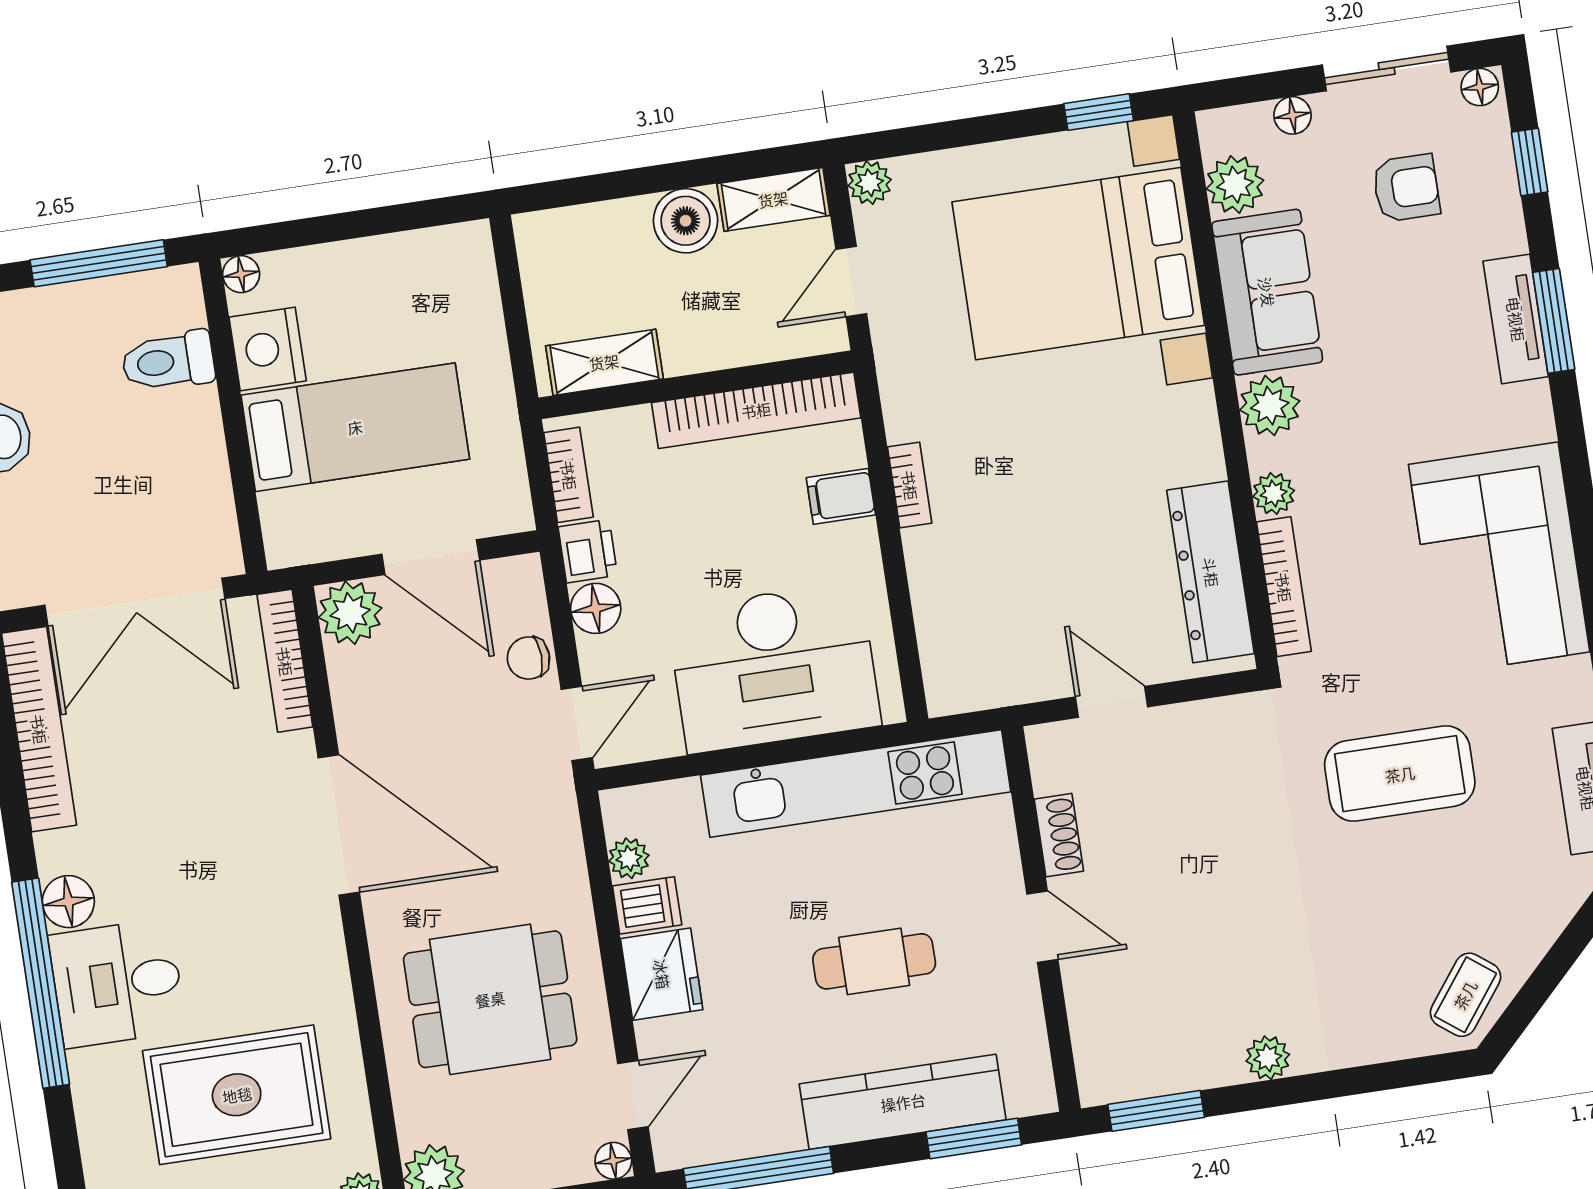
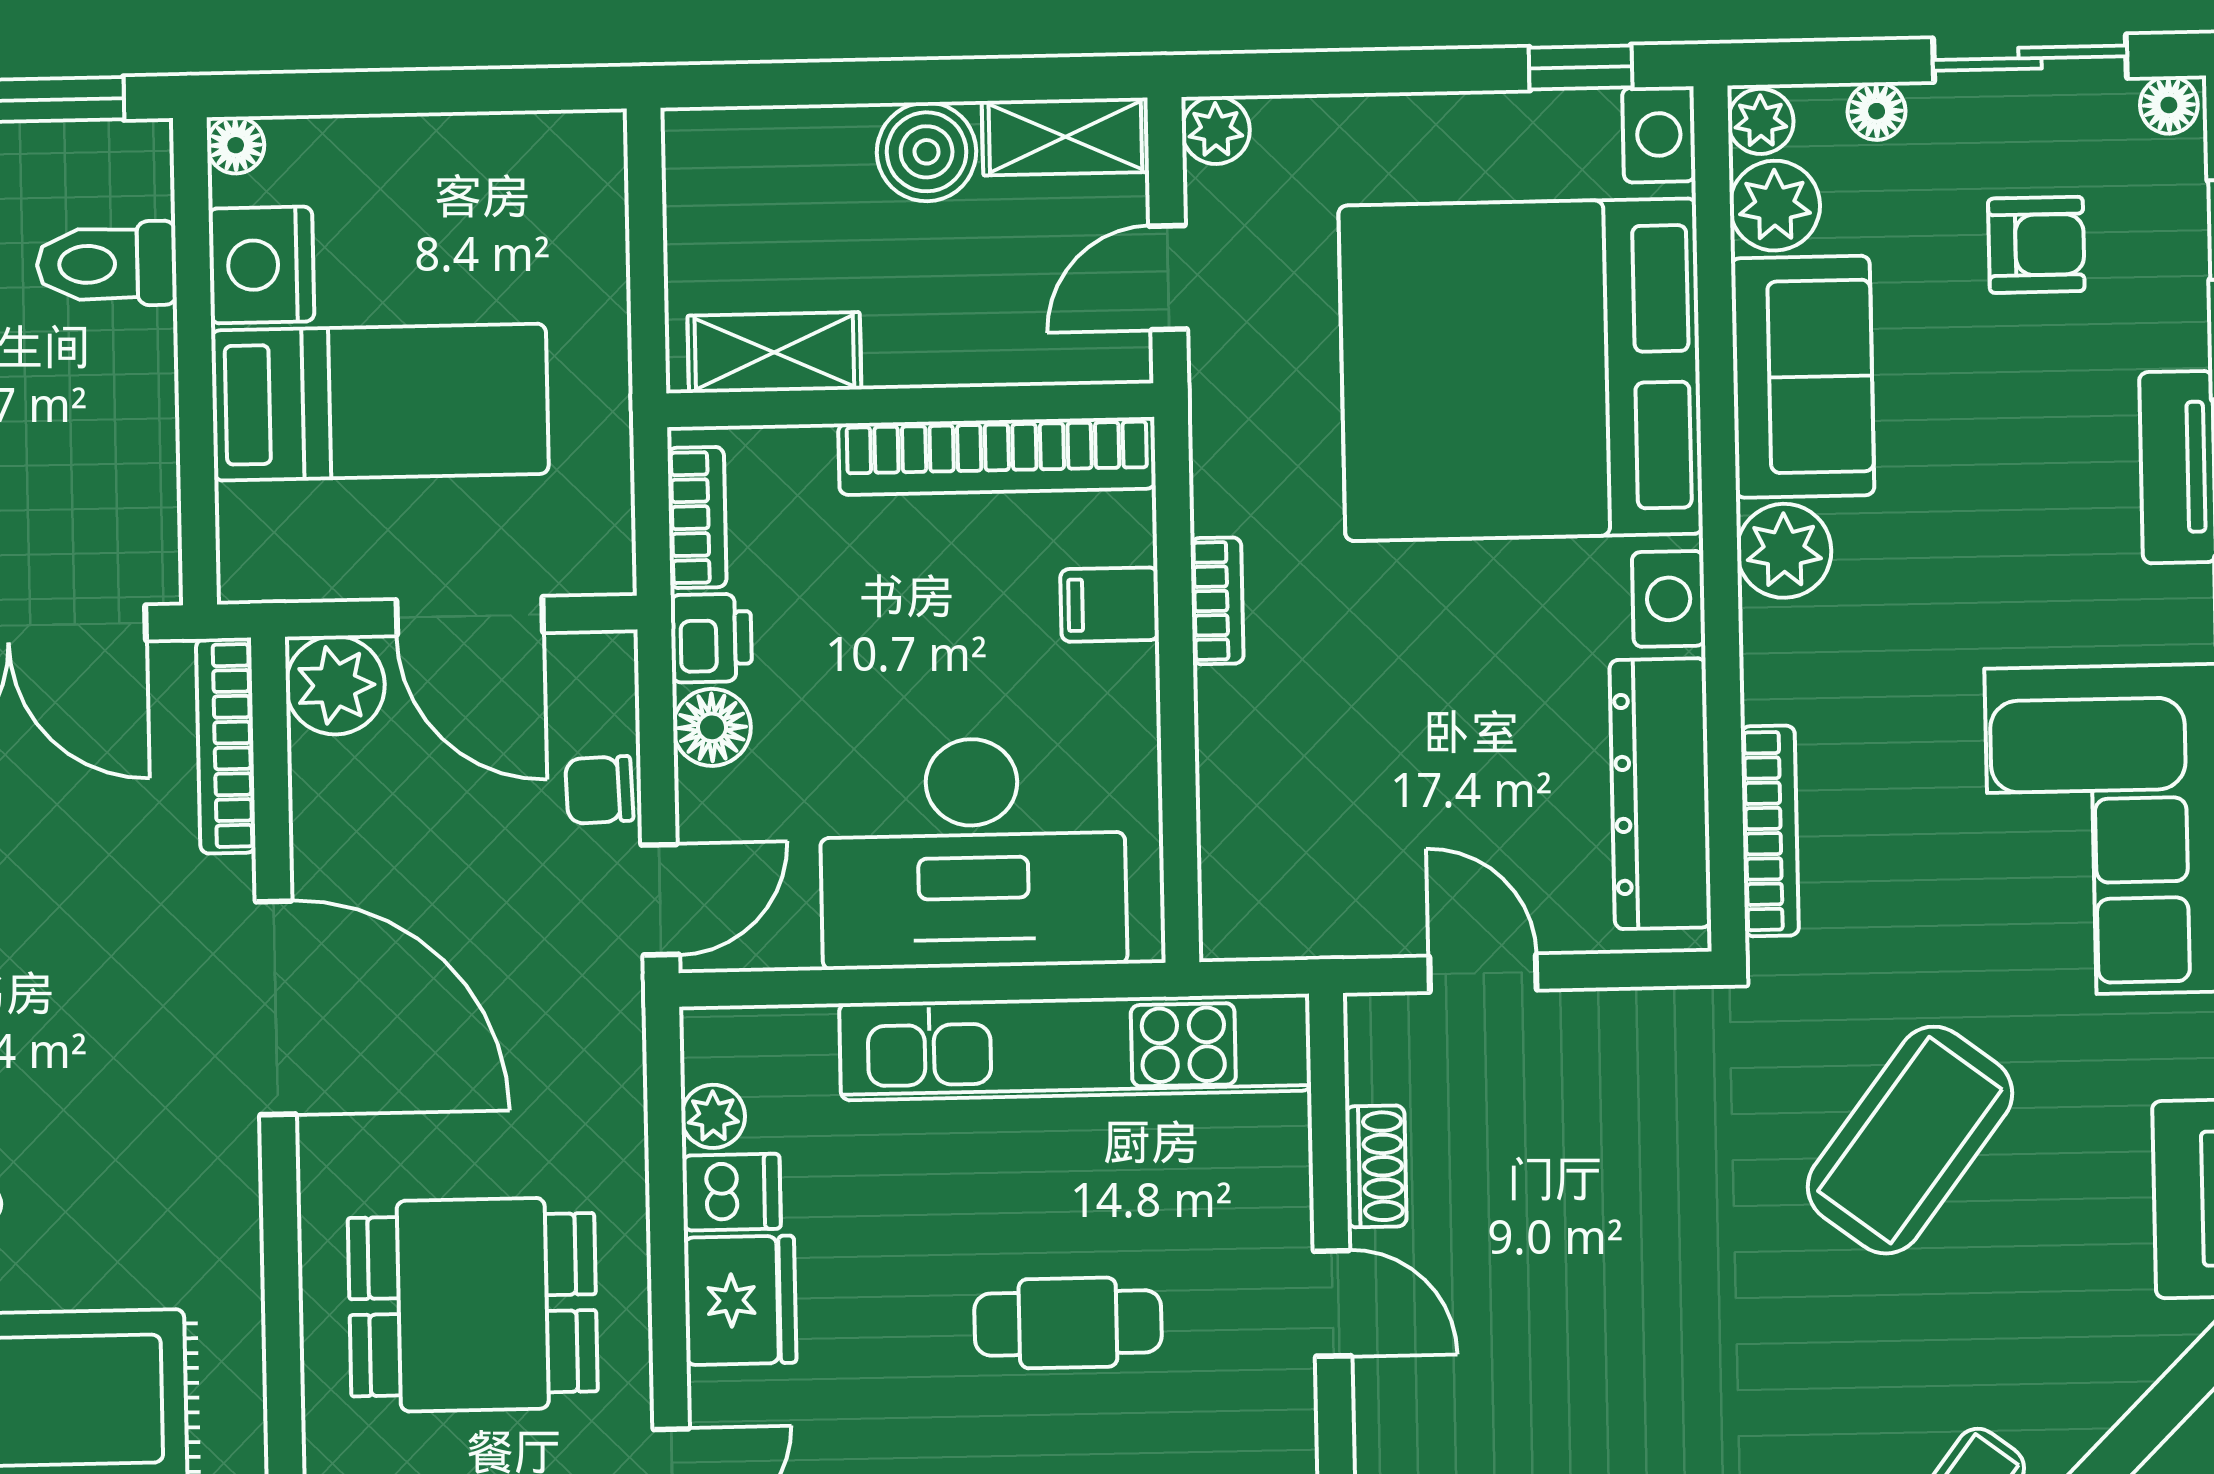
bed with nightstands: (1078, 264) -> (1521, 370), width x1.36
plant: (1274, 494) -> (1761, 121), moved
coffee table: (1400, 774) -> (1910, 1140), turned -53

